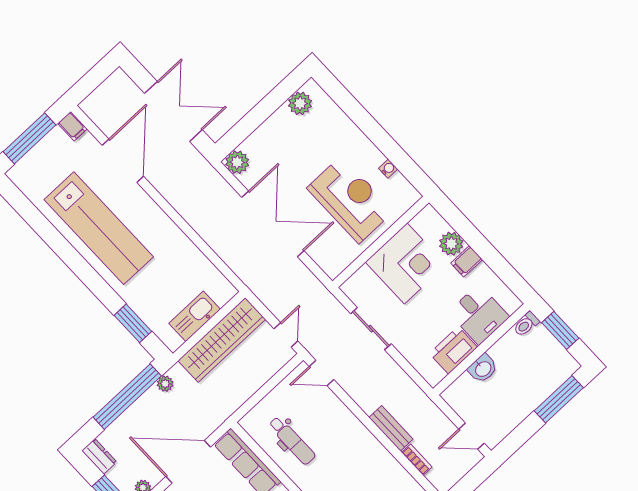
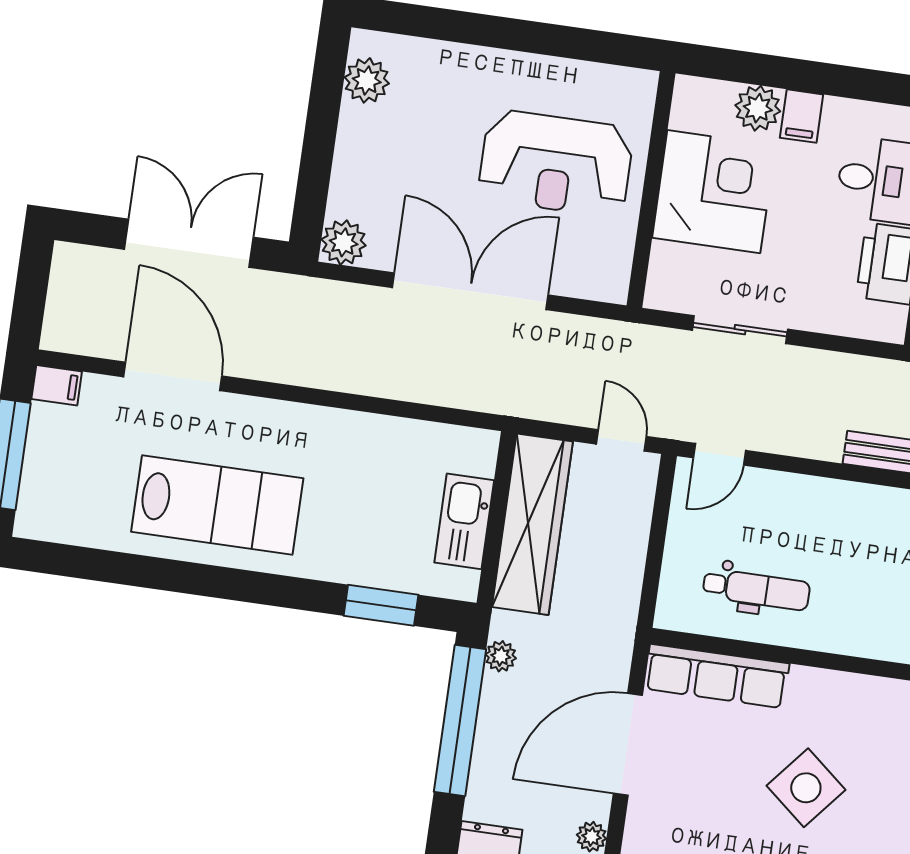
water cooler: (388, 169) -> (575, 72), removed
reception desk: (350, 200) -> (556, 163), turned 180
lab bench: (99, 228) -> (217, 505), width x0.73

